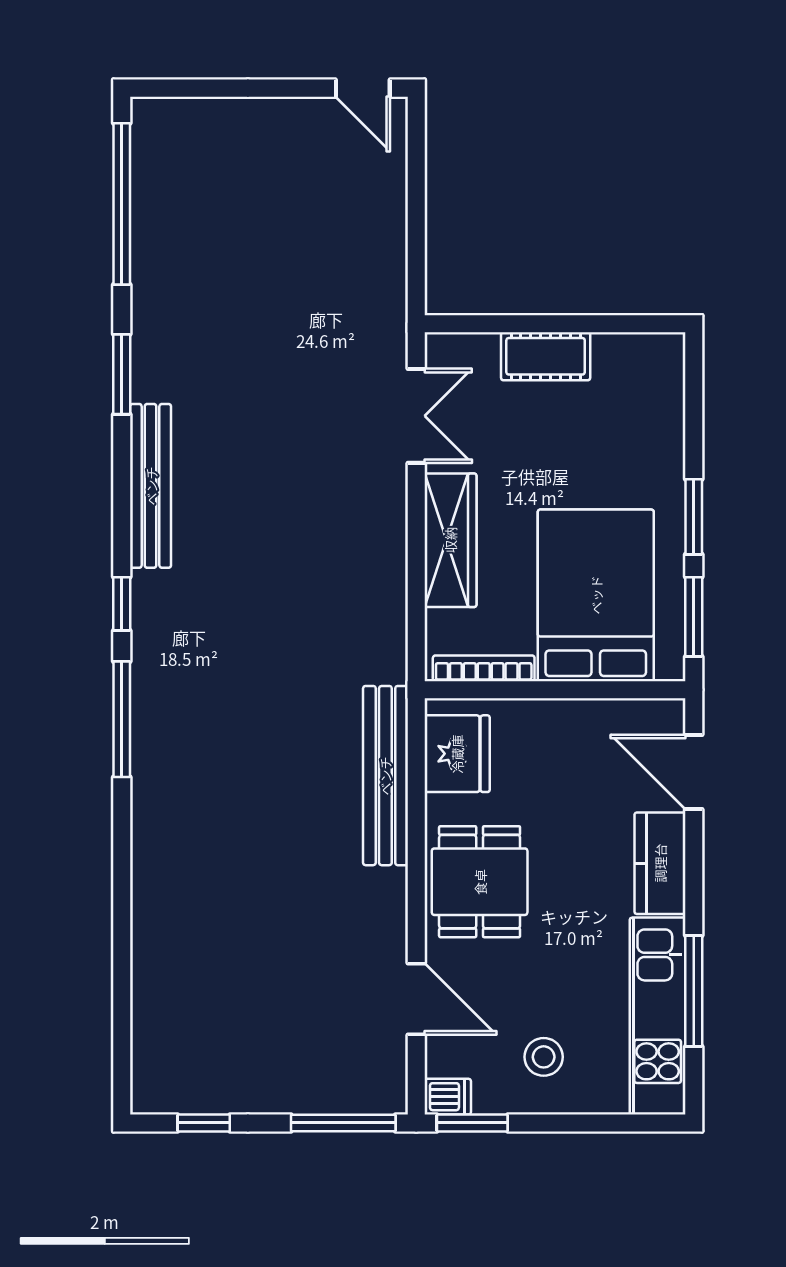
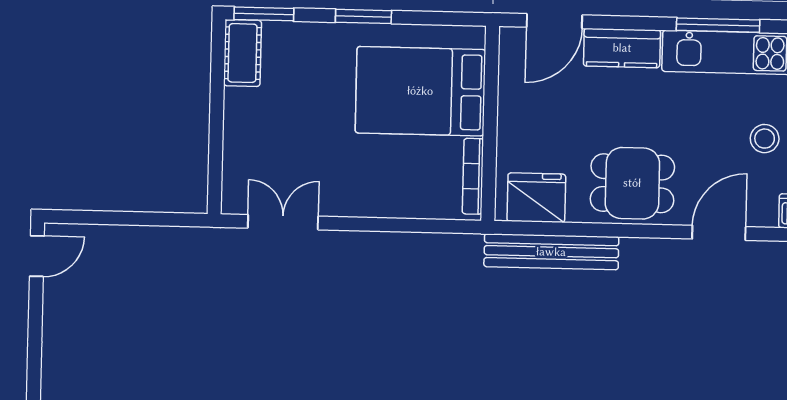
cot: (546, 356) -> (242, 53), moved
wardrobe: (450, 540) -> (377, 199), removed
window: (694, 617) -> (264, 14), moved

